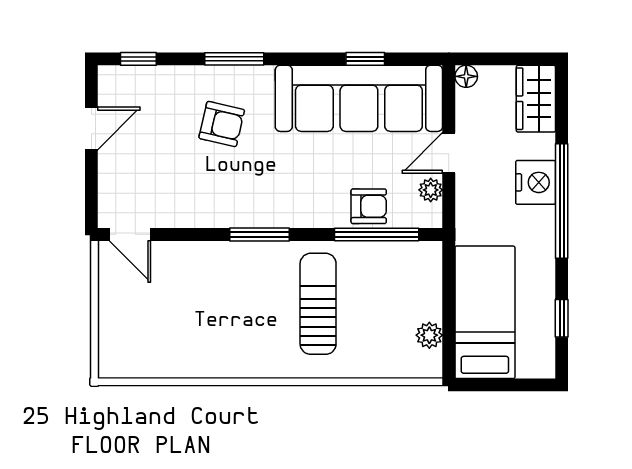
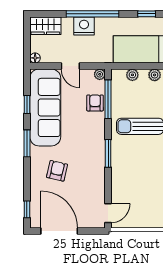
window: (234, 59) -> (27, 143), moved
door: (91, 129) -> (59, 231), width x1.88
plant: (431, 190) -> (100, 74), moved
plant: (430, 287) -> (132, 75), added

